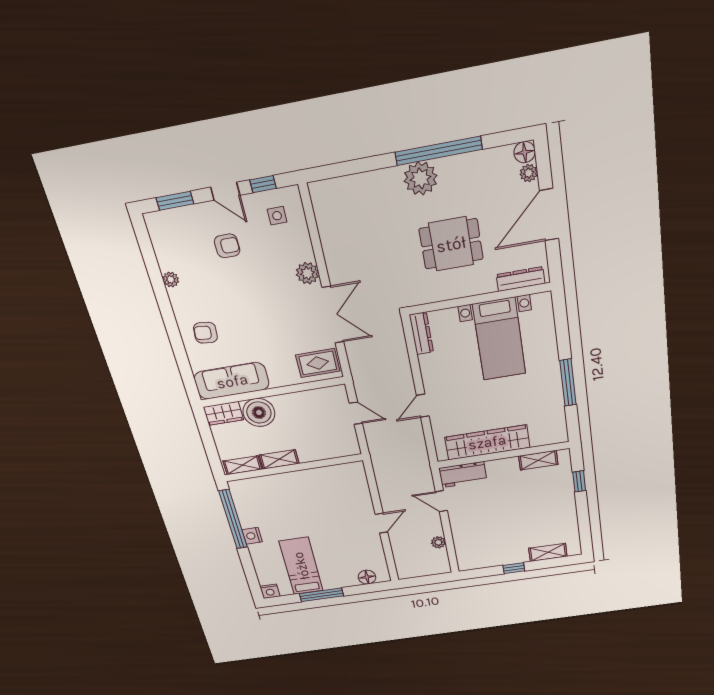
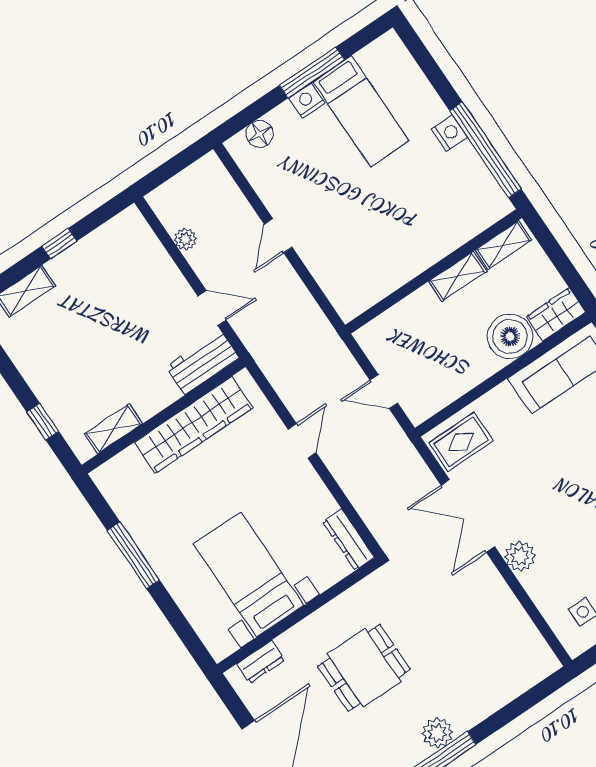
plant: (421, 178) -> (437, 733), width x0.73, depth x0.73
dresser: (521, 279) -> (261, 662), width x0.70
nightstand: (270, 591) -> (307, 101), moved

